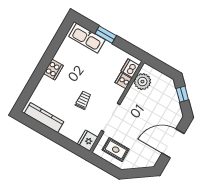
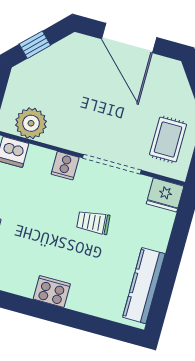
cooker: (123, 81) -> (65, 166), moved

